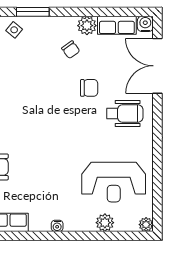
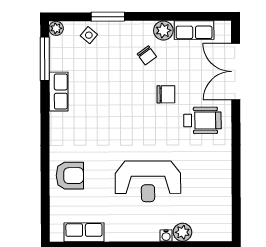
water cooler: (145, 24) -> (223, 29), removed
reception desk: (114, 182) -> (148, 181), moved
plant: (146, 225) -> (225, 234), removed
water cooler: (57, 226) -> (166, 236), moved

